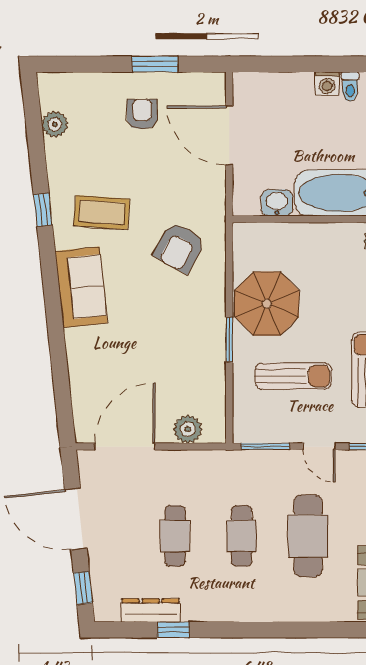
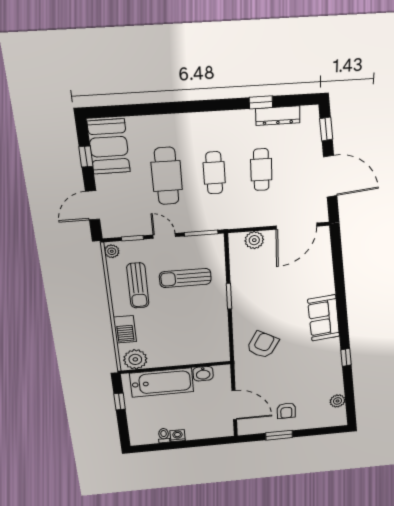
coffee table: (102, 212) -> (311, 359), removed
parasol: (267, 304) -> (206, 319), removed

